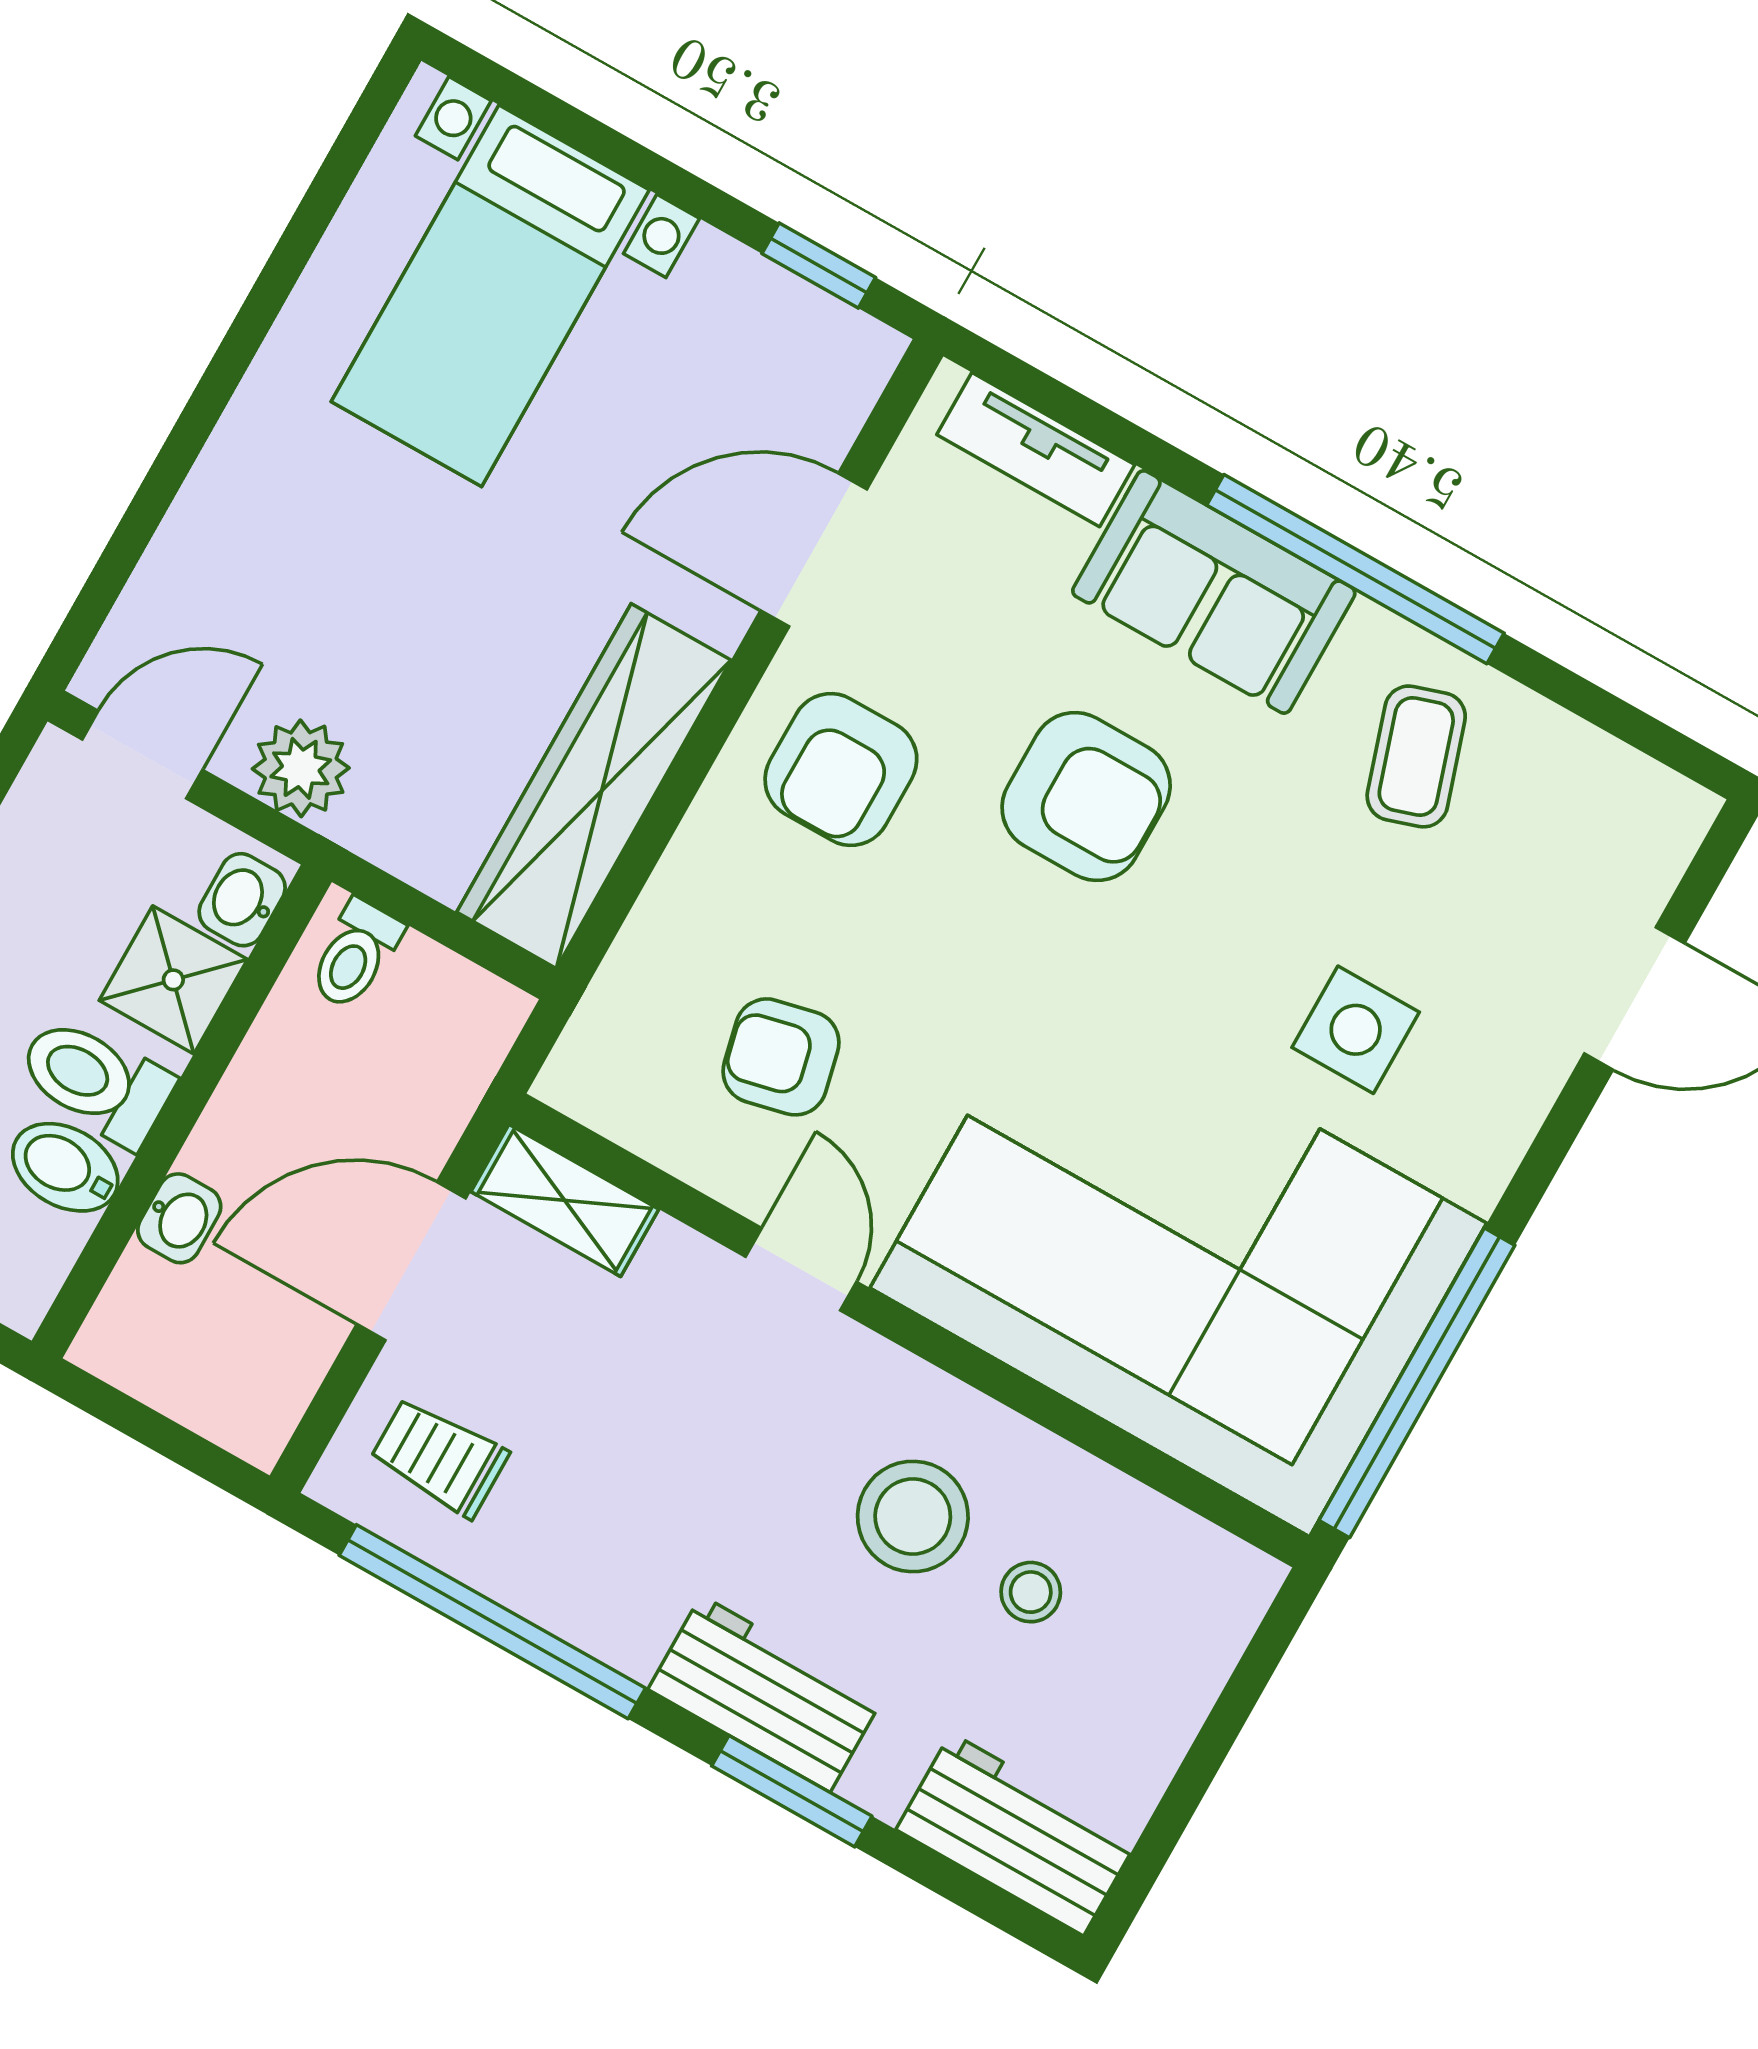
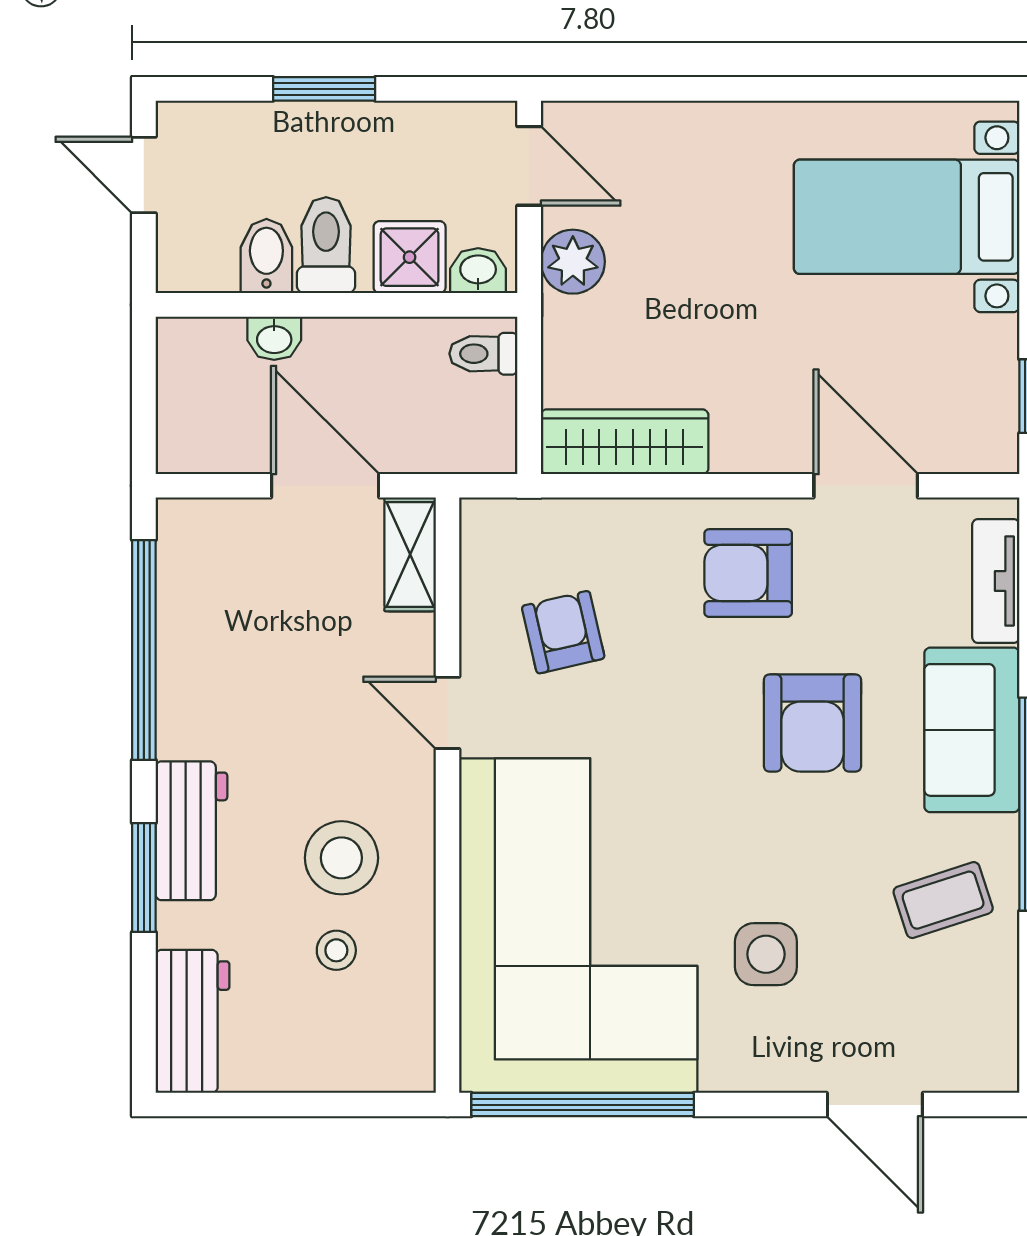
wardrobe: (594, 786) -> (625, 442), width x0.71, depth x0.85
door: (801, 1269) -> (447, 713), swing flipped
trolley: (439, 1457) -> (221, 566), removed

